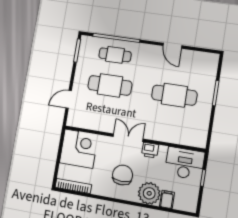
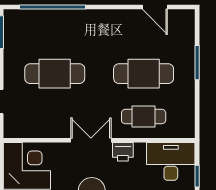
door: (172, 46) -> (155, 7), moved
cafe table: (115, 55) -> (144, 117), moved

